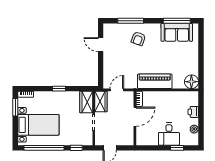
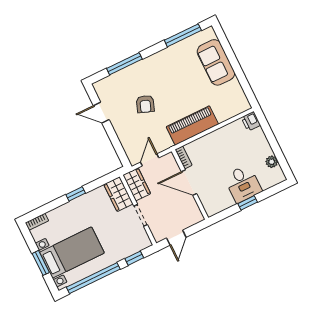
sofa: (177, 32) -> (216, 62), moved, turned 90
armchair: (138, 39) -> (145, 104), moved
floor lamp: (191, 82) -> (239, 103), removed
window: (15, 107) -> (41, 263), moved
printer: (193, 112) -> (251, 121), moved
door: (135, 117) -> (189, 183), swing flipped
window: (177, 148) -> (248, 203), moved

